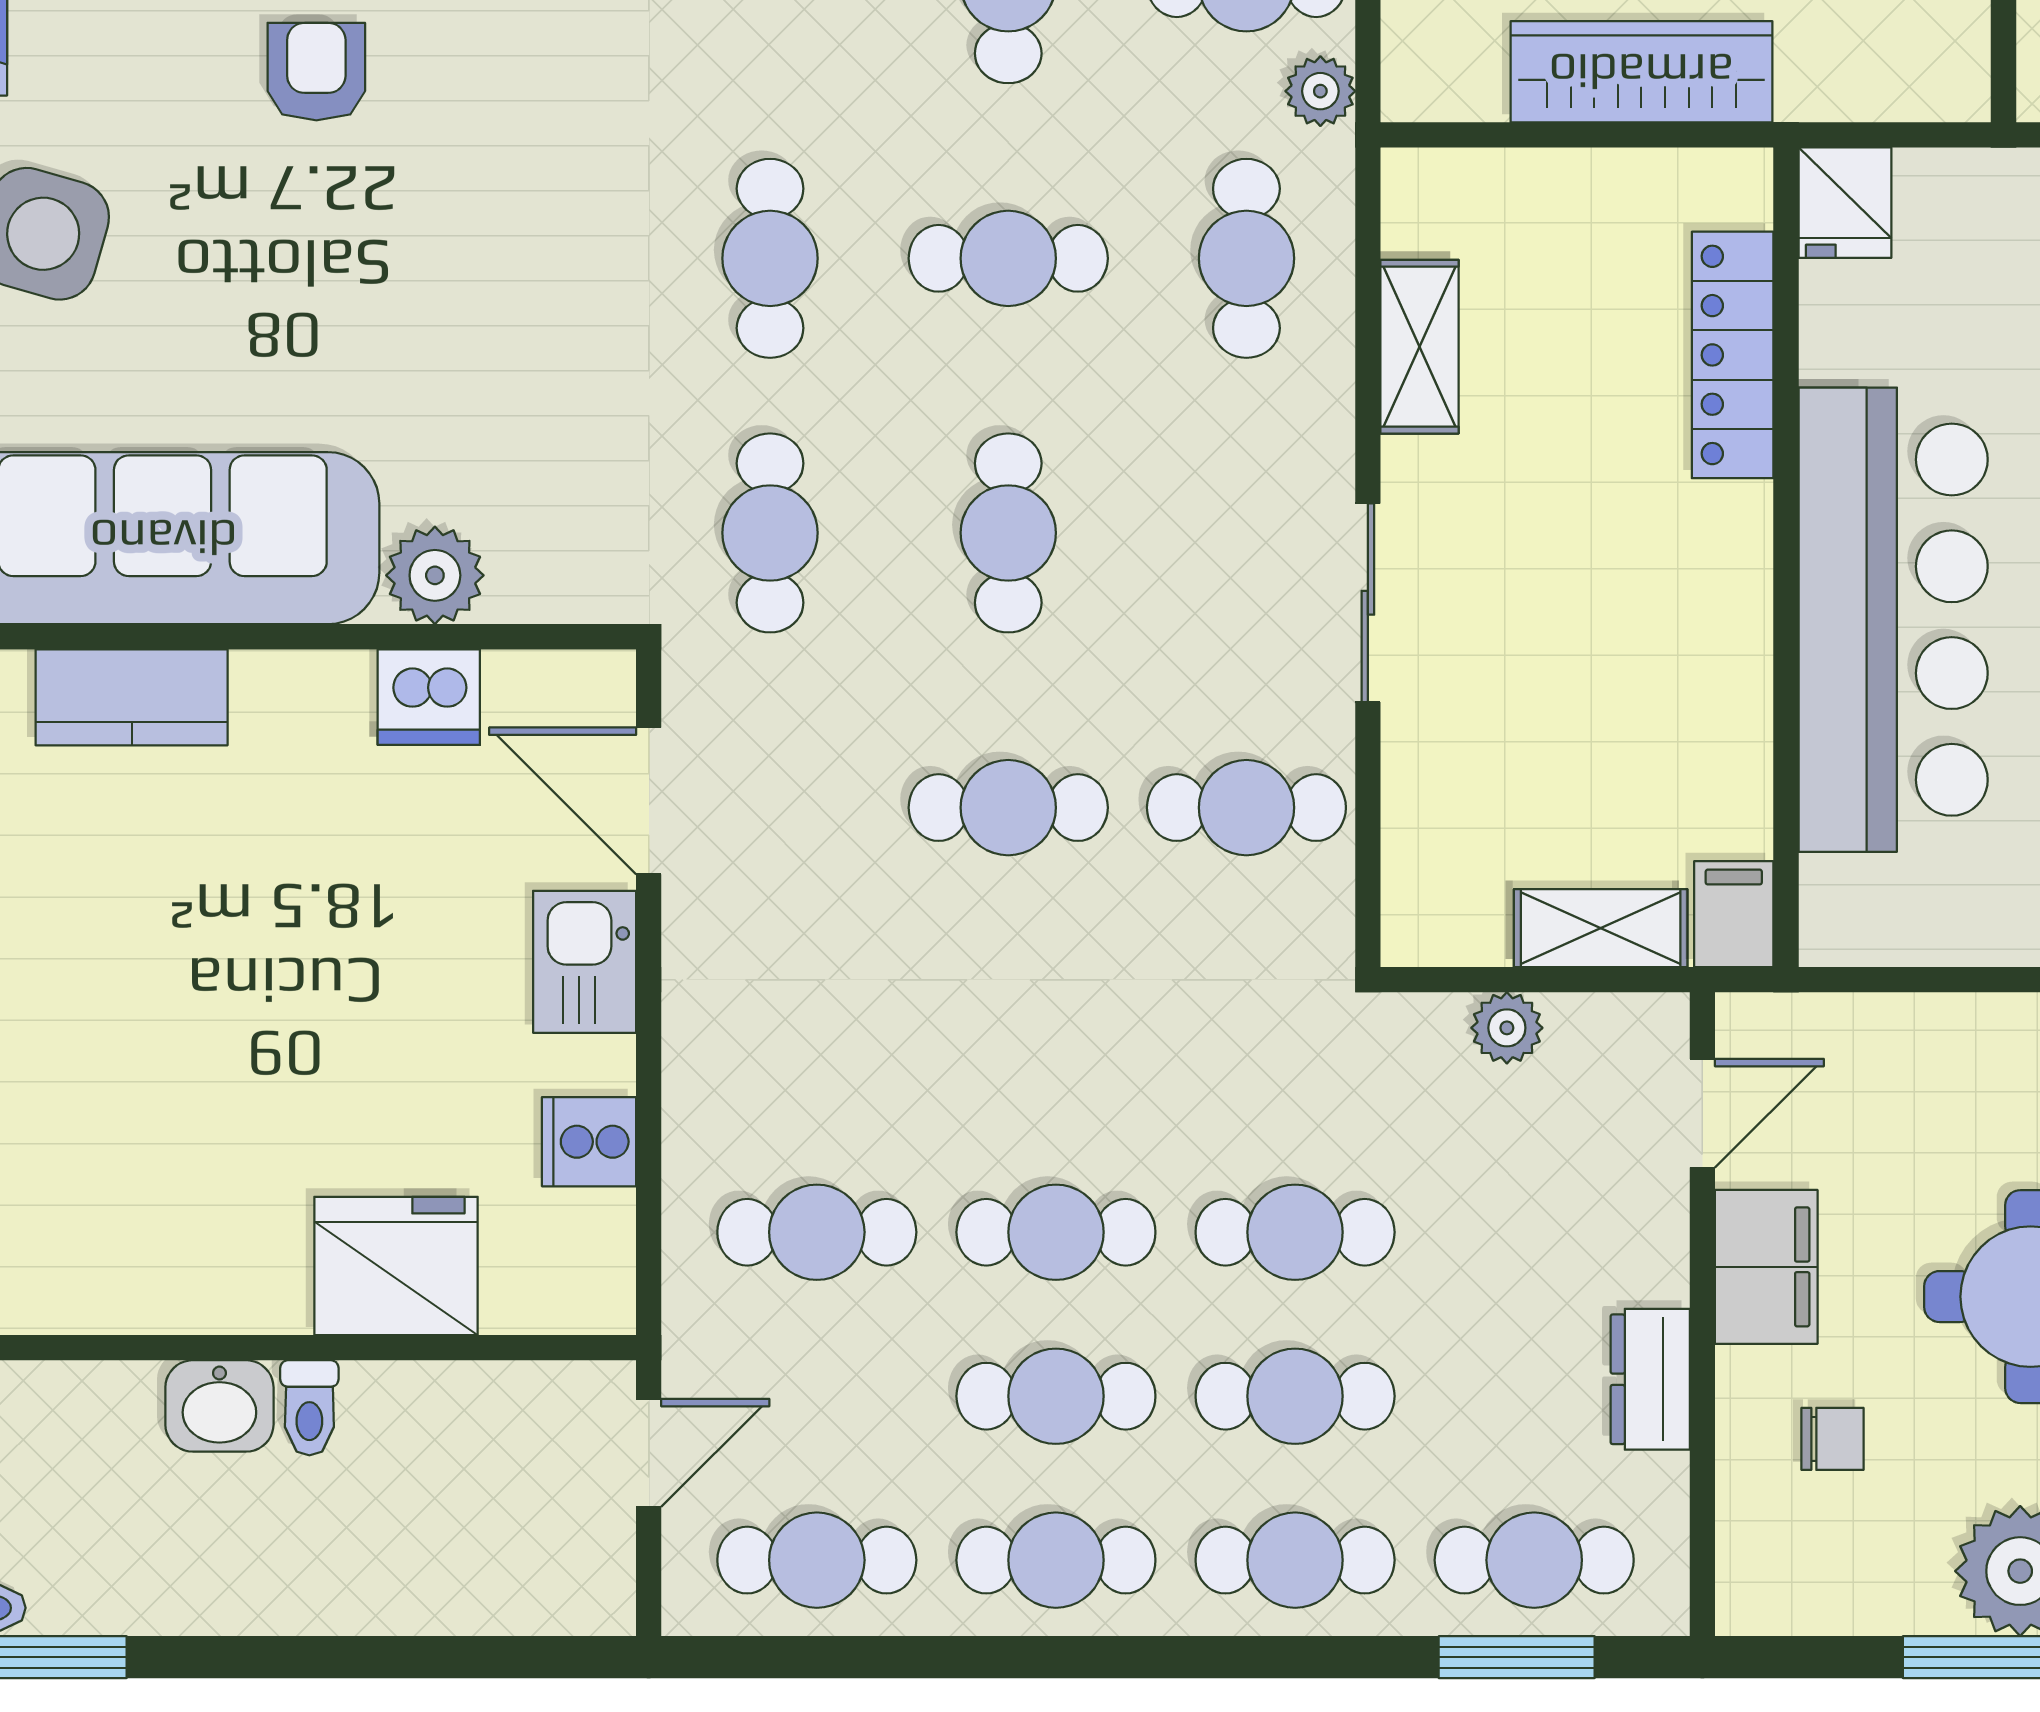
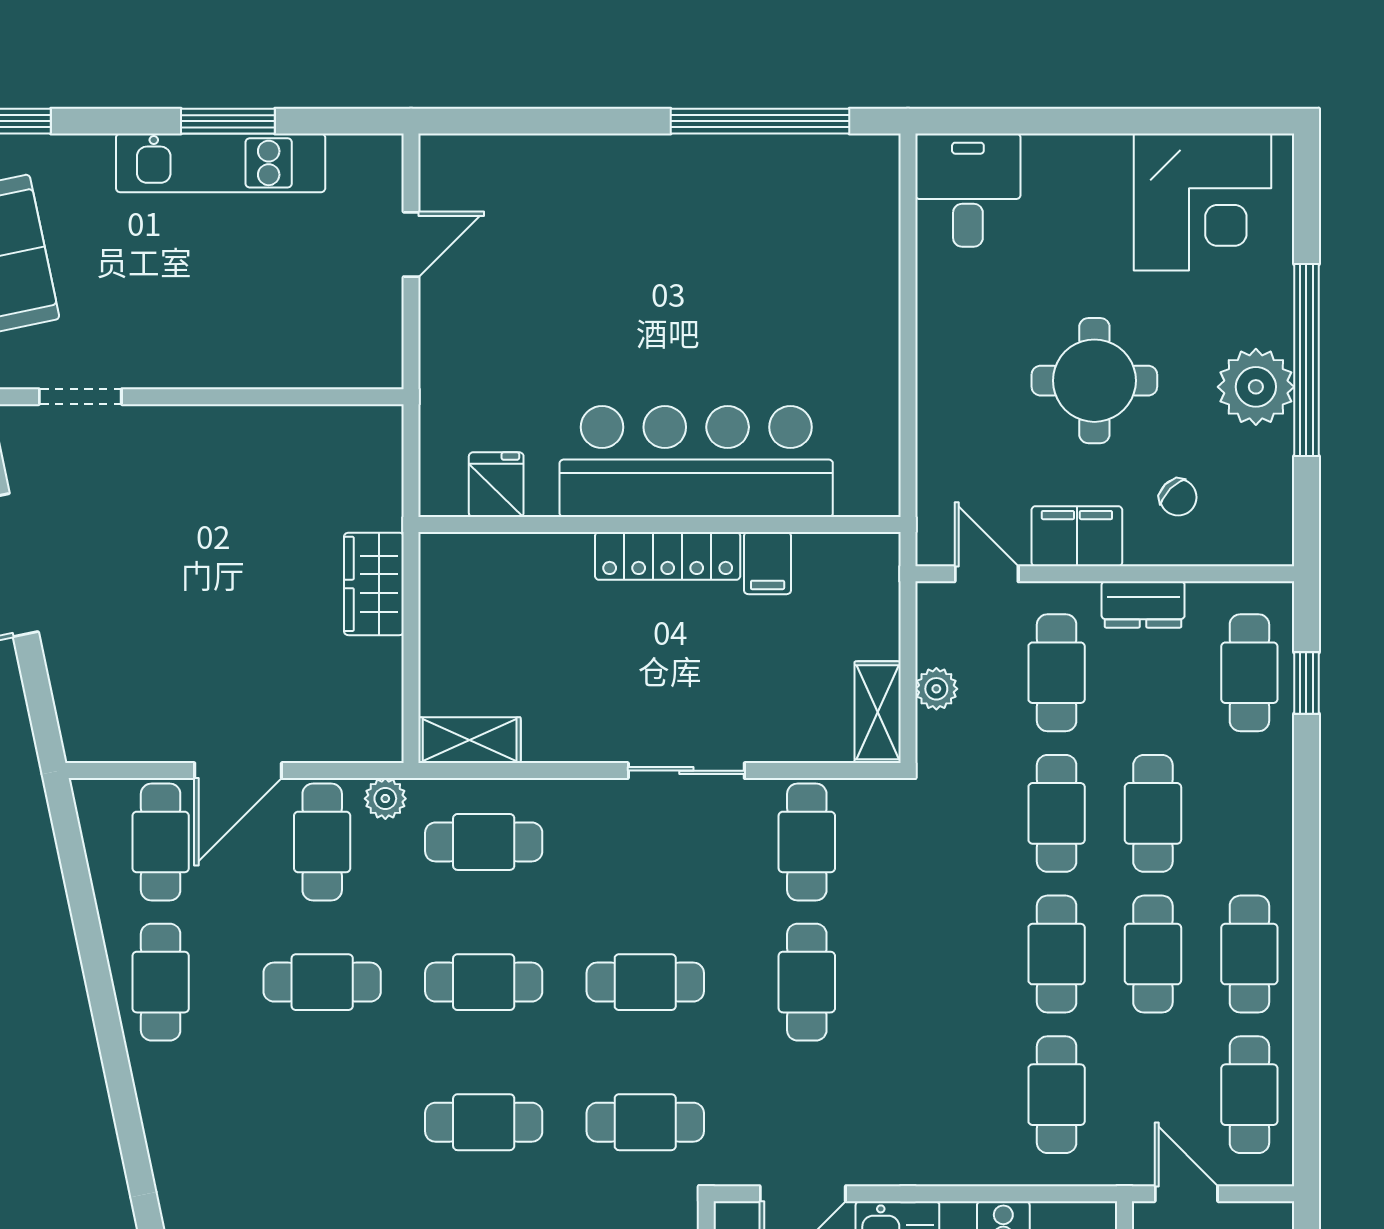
wardrobe: (1641, 72) -> (374, 584), width x0.67
fridge: (1845, 203) -> (496, 485), moved, turned -90
cafe table: (1008, 258) -> (484, 982), turned 90
shelving: (1419, 347) -> (470, 740), moved
locker: (1733, 355) -> (668, 556), moved
filing cabinet: (1734, 914) -> (768, 563), moved, turned -90
shelving: (1601, 928) -> (878, 712), moved
chair: (1832, 1439) -> (1178, 497), turned 135
cafe table: (1295, 1560) -> (1057, 673), moved
window: (1517, 1657) -> (1306, 683), width x0.67

